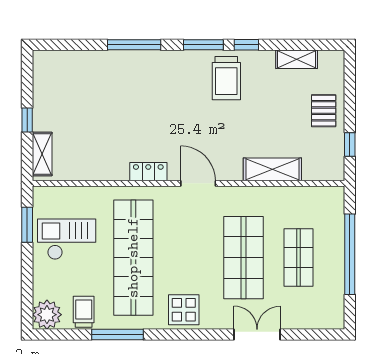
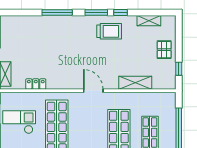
trolley: (226, 78) -> (109, 31), turned -90
locker: (148, 172) -> (36, 84), moved

